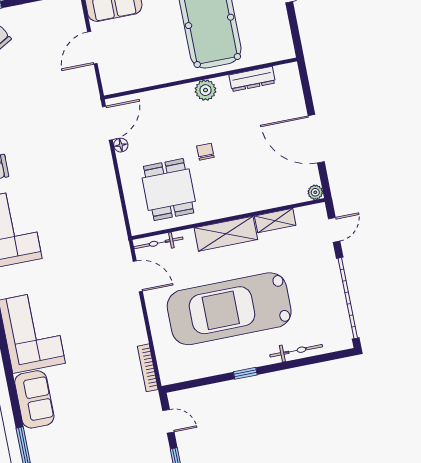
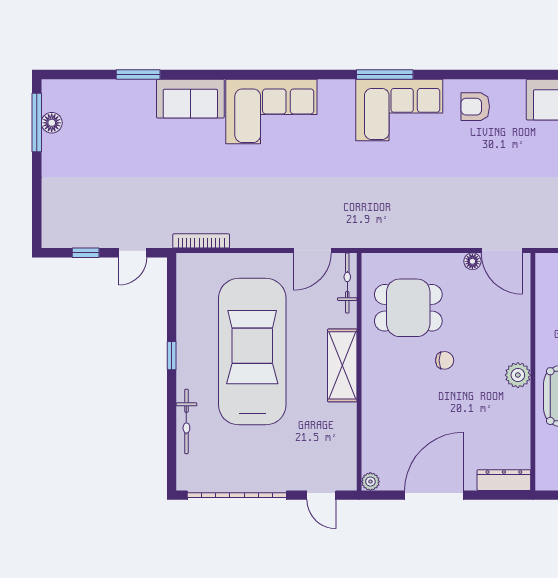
dresser: (252, 79) -> (504, 480), moved, turned 90
shelving: (275, 221) -> (346, 427), removed

